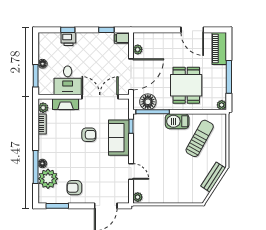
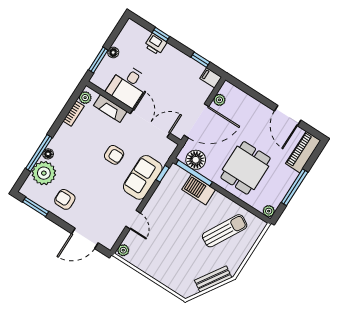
barbecue: (177, 121) -> (199, 190), moved

